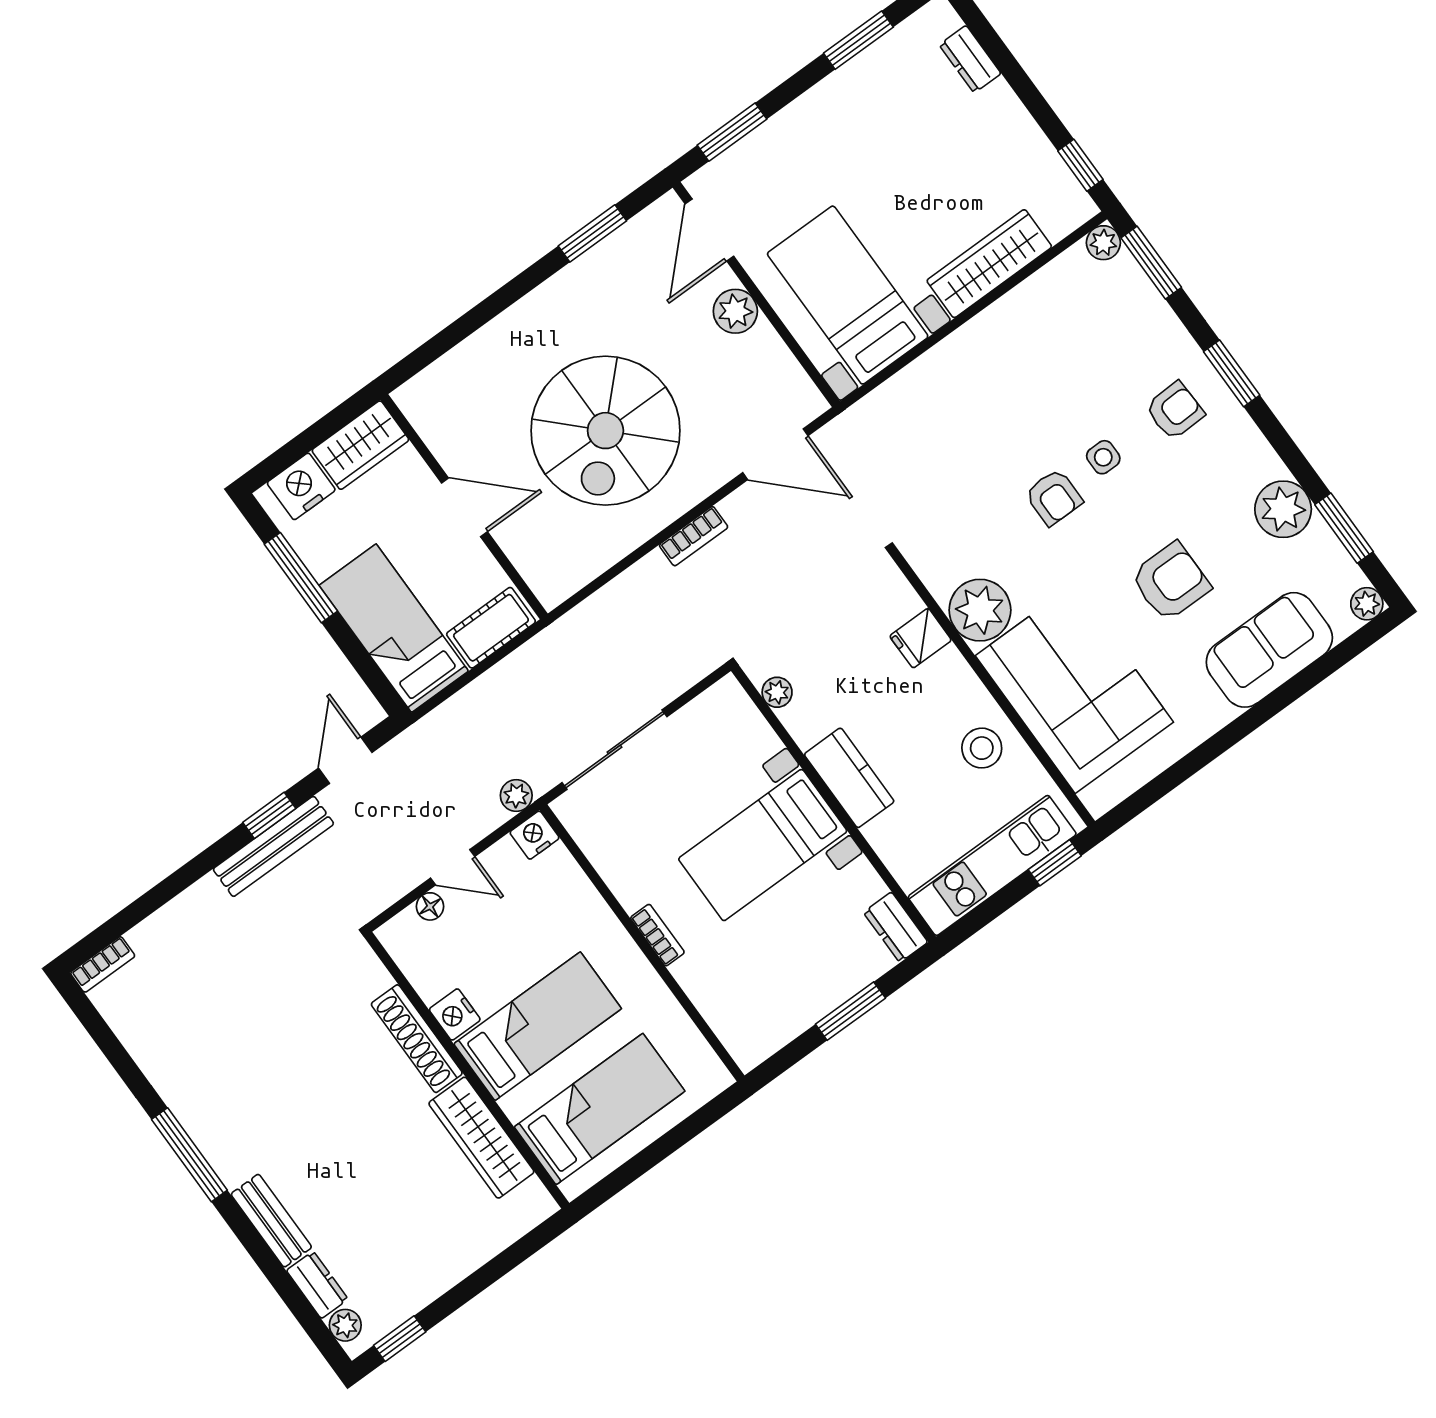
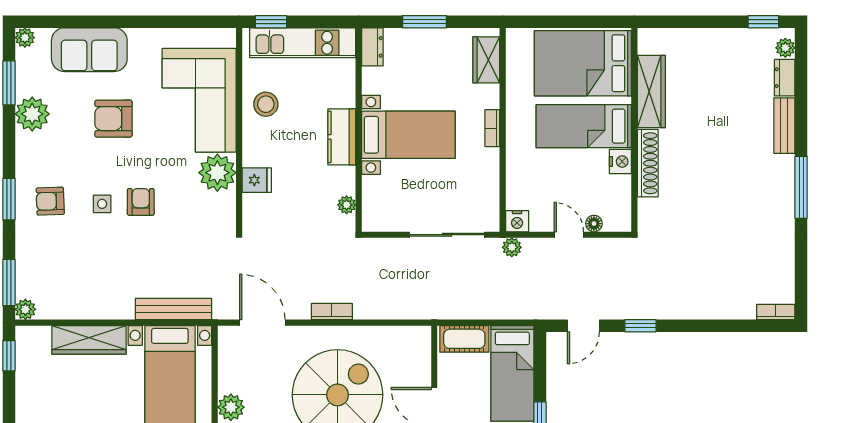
bench: (273, 846) -> (174, 309), moved
wardrobe: (731, 1020) -> (486, 60), added
bed: (599, 1109) -> (583, 63), width x1.50

